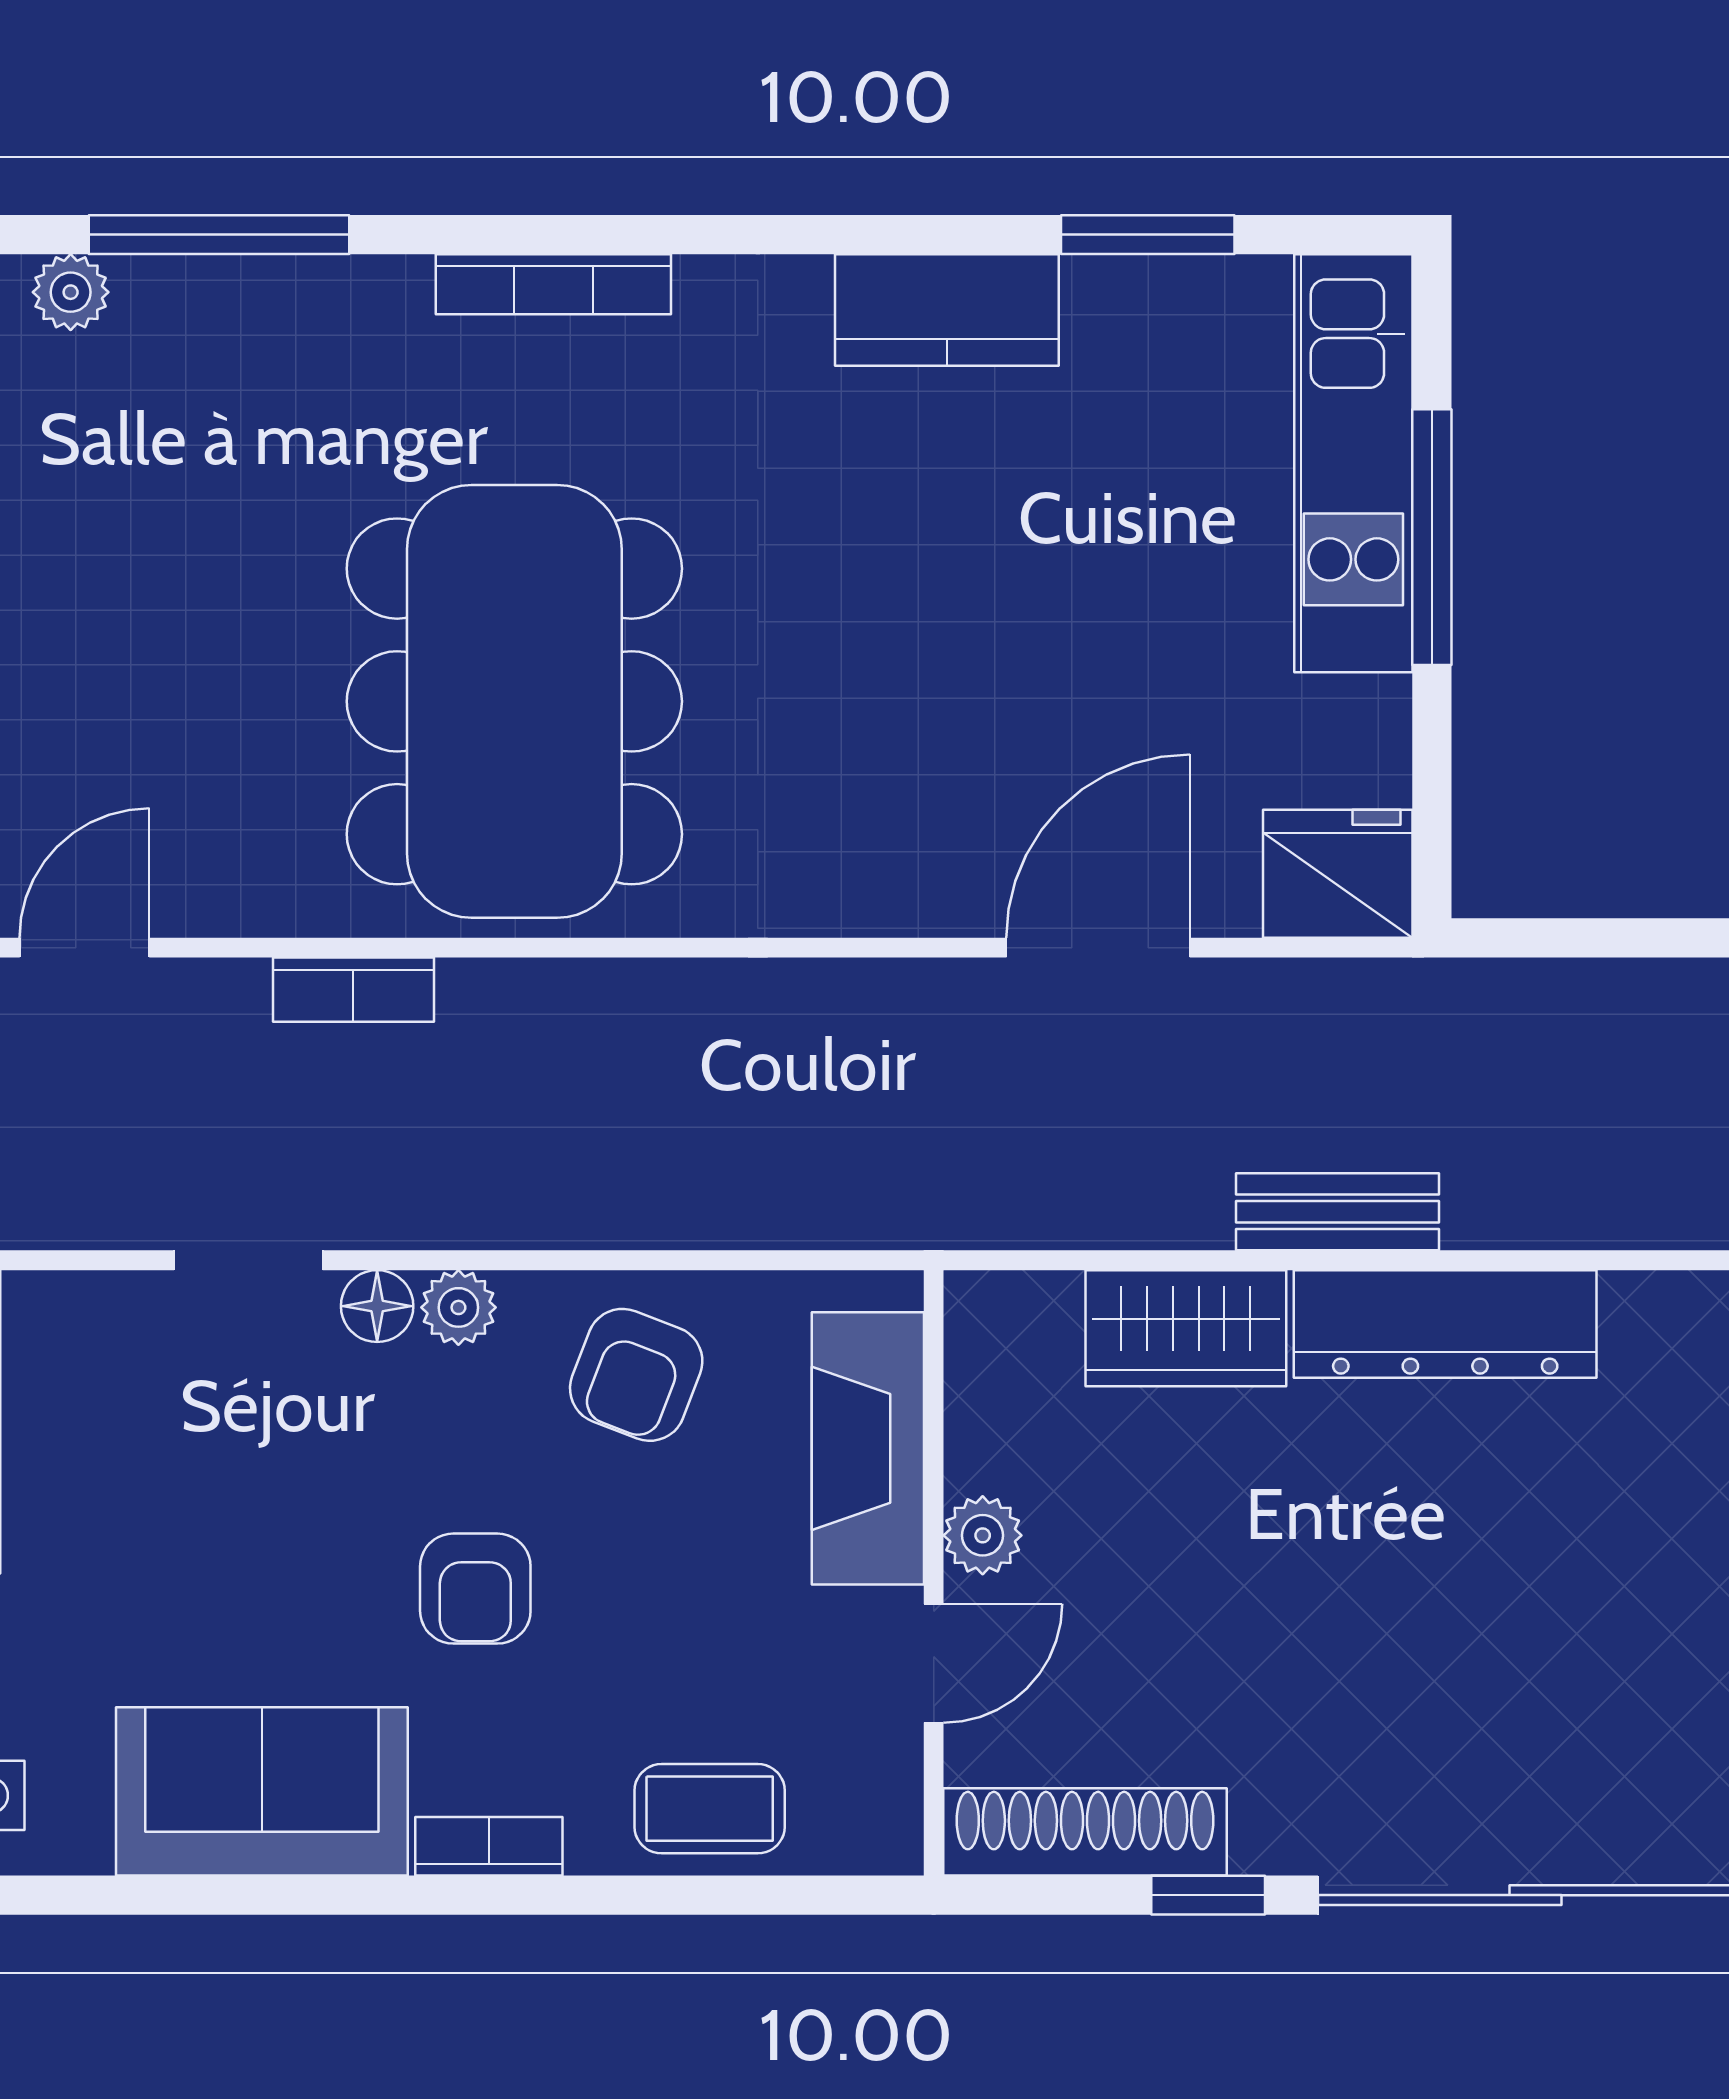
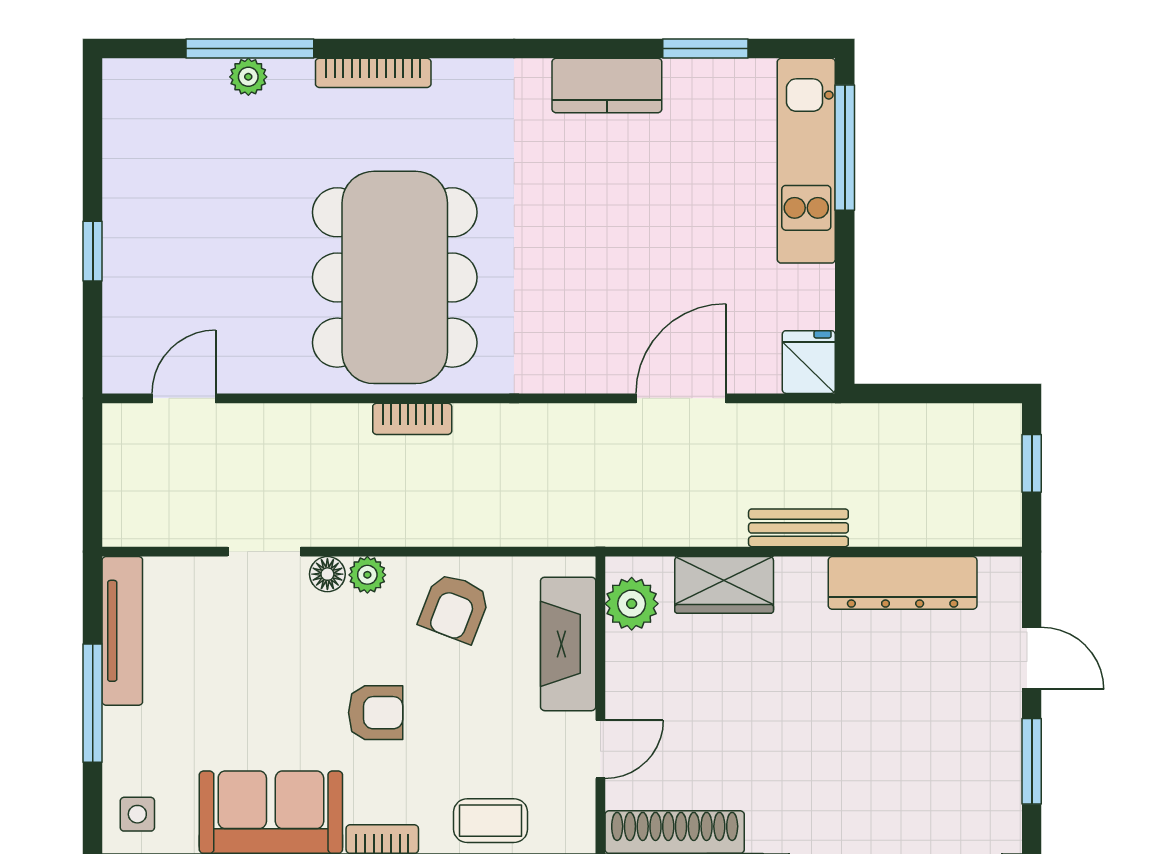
bookcase: (553, 284) -> (373, 73), moved
plant: (71, 292) -> (248, 77), moved
window: (1432, 537) -> (845, 148), moved
fridge: (1338, 874) -> (809, 362), width x0.72
bookcase: (353, 990) -> (412, 419), moved
dresser: (1445, 1324) -> (903, 583), moved
plant: (983, 1535) -> (632, 604), moved, width x1.38, depth x1.38
armchair: (475, 1589) -> (376, 713), turned -90

